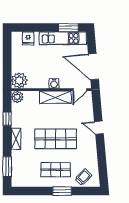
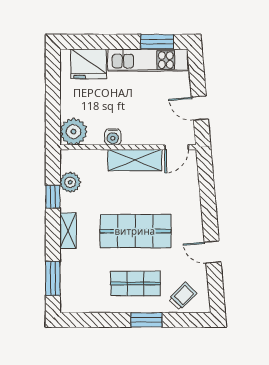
fridge: (28, 38) -> (89, 64), width x1.88, depth x1.34
door: (93, 67) -> (200, 108), width x0.53
water cooler: (54, 84) -> (113, 137), moved
plant: (17, 97) -> (70, 182), moved
door: (99, 128) -> (213, 252), moved

